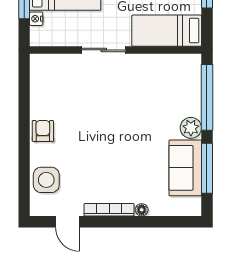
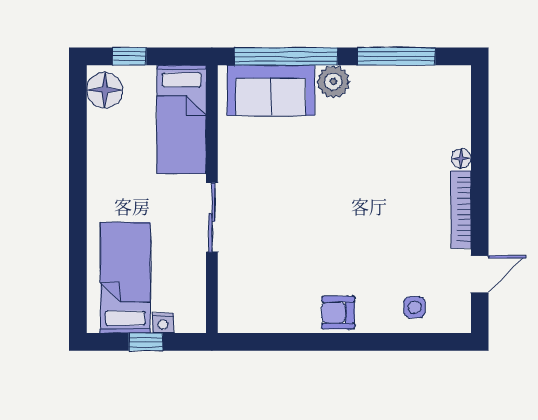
sofa: (185, 168) -> (271, 90), moved
side table: (46, 180) -> (415, 307), width x0.54, depth x0.54

